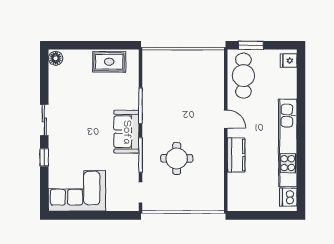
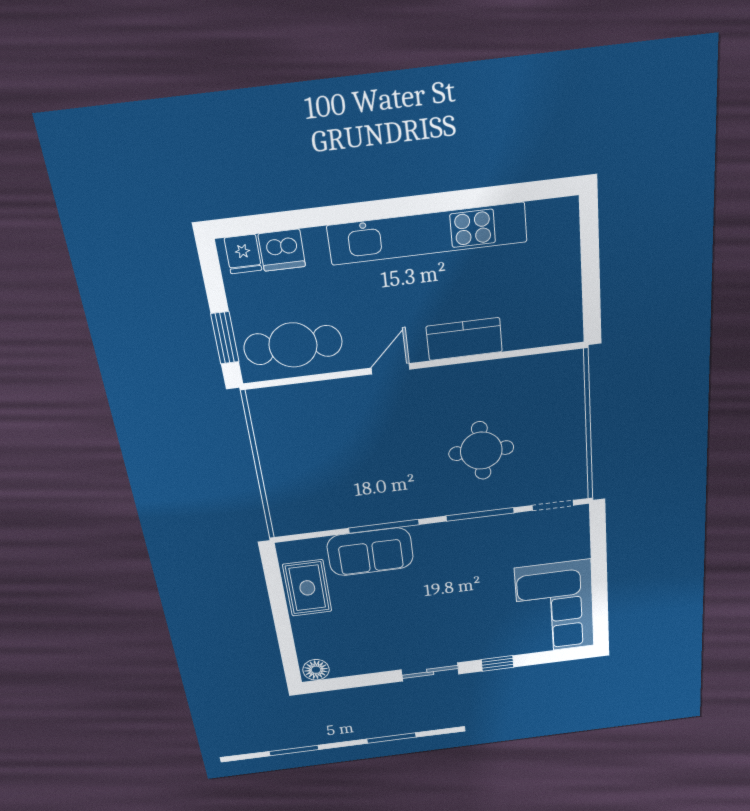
sofa: (126, 132) -> (370, 552), moved
dishwasher: (288, 197) -> (282, 250), moved

